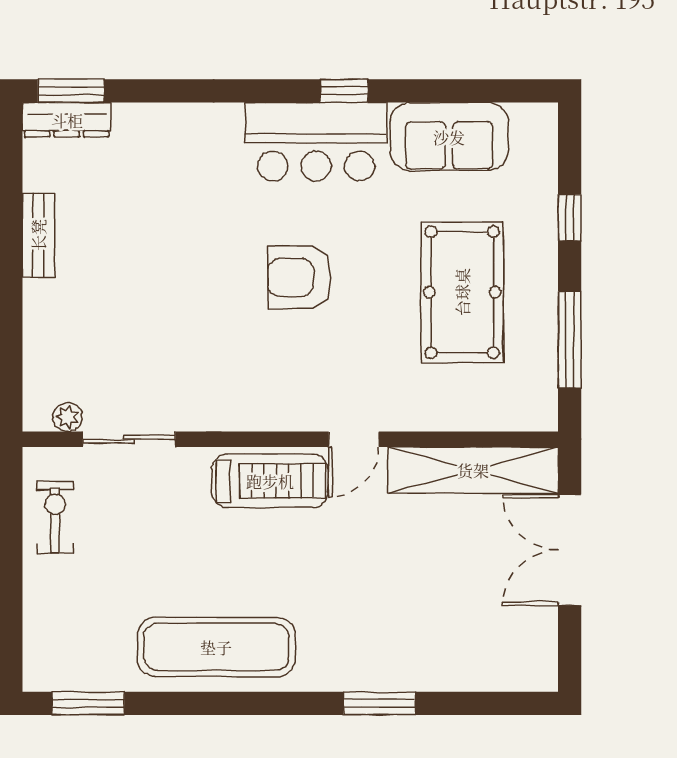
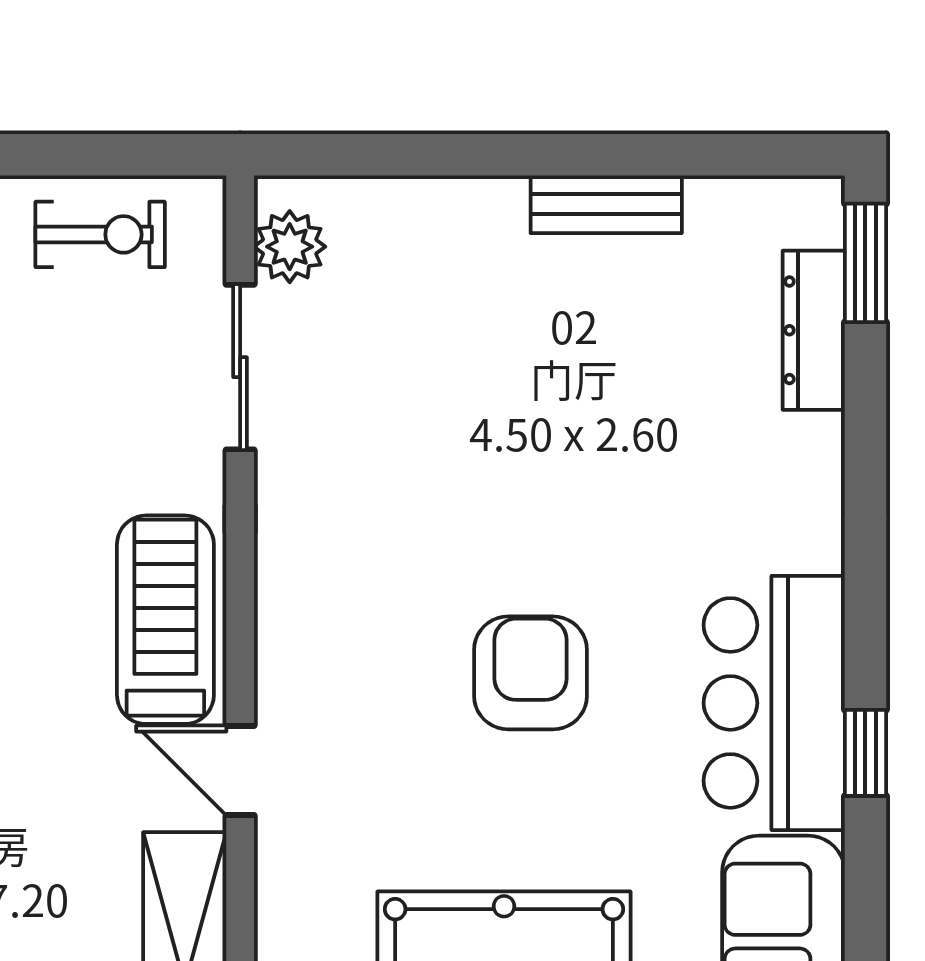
dresser: (67, 120) -> (814, 330), moved
plant: (67, 417) -> (290, 247), width x1.38, depth x1.38
treadmill: (270, 481) -> (165, 620), turned 180

